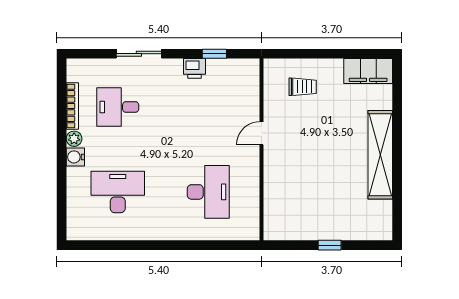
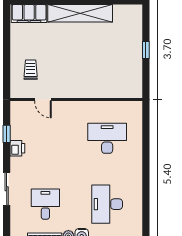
filing cabinet: (368, 71) -> (29, 14), moved, turned 90
desk: (118, 107) -> (45, 204), turned 180
door: (262, 133) -> (43, 100), moved

